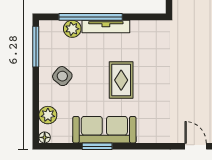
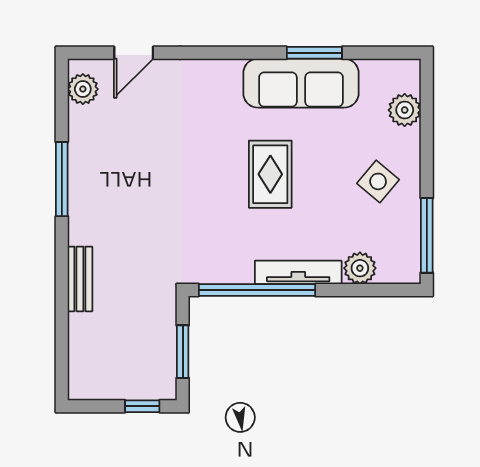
window: (91, 17) -> (257, 290), moved
floor lamp: (45, 137) -> (411, 69), removed
door: (196, 146) -> (134, 53), hinge flipped

